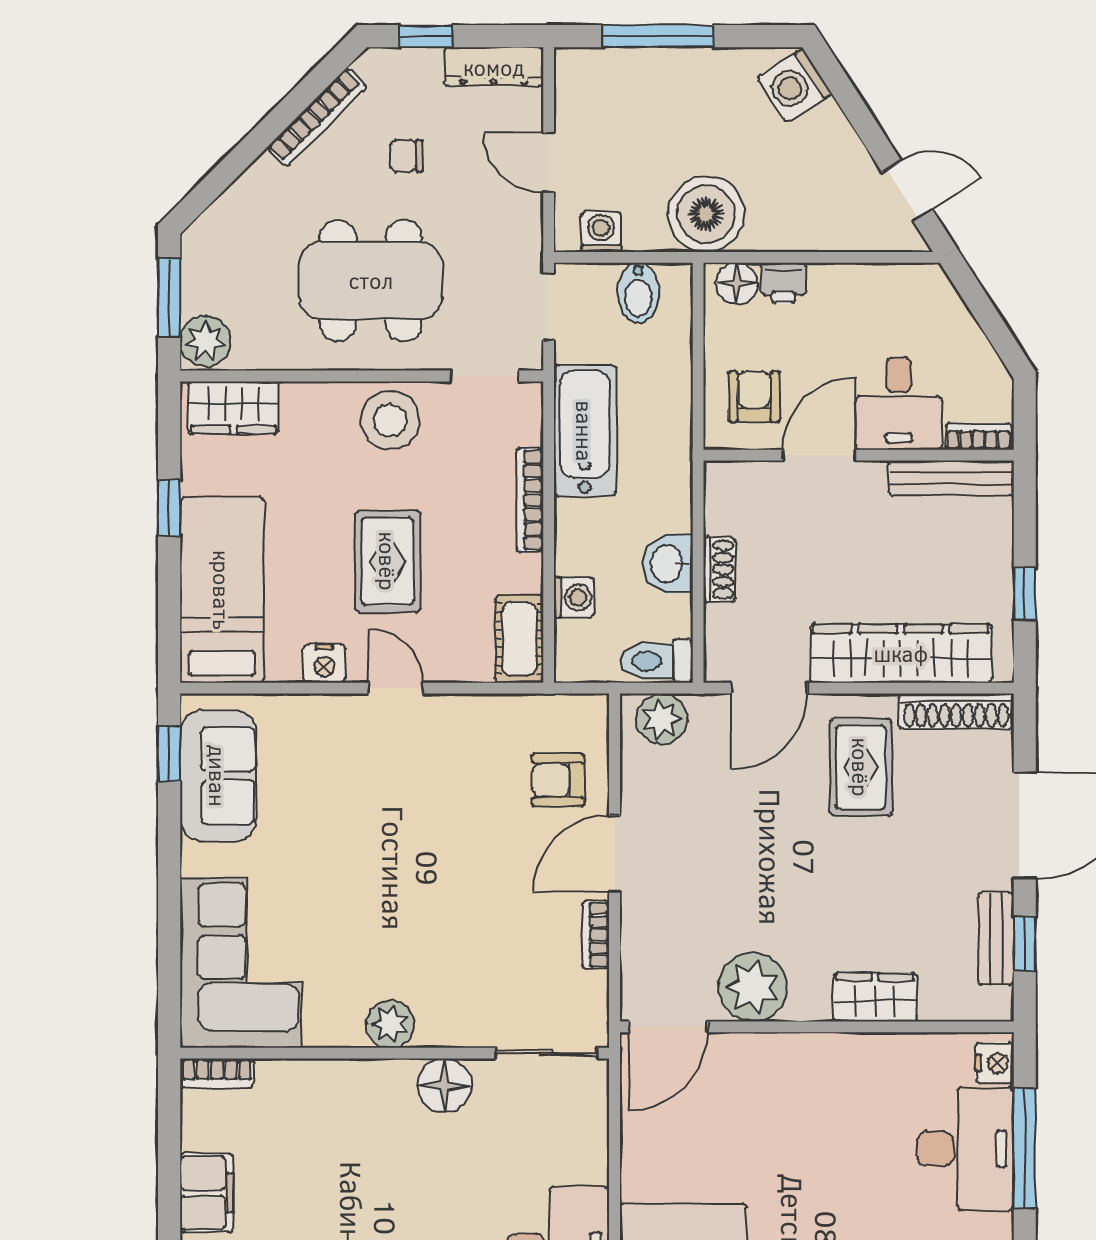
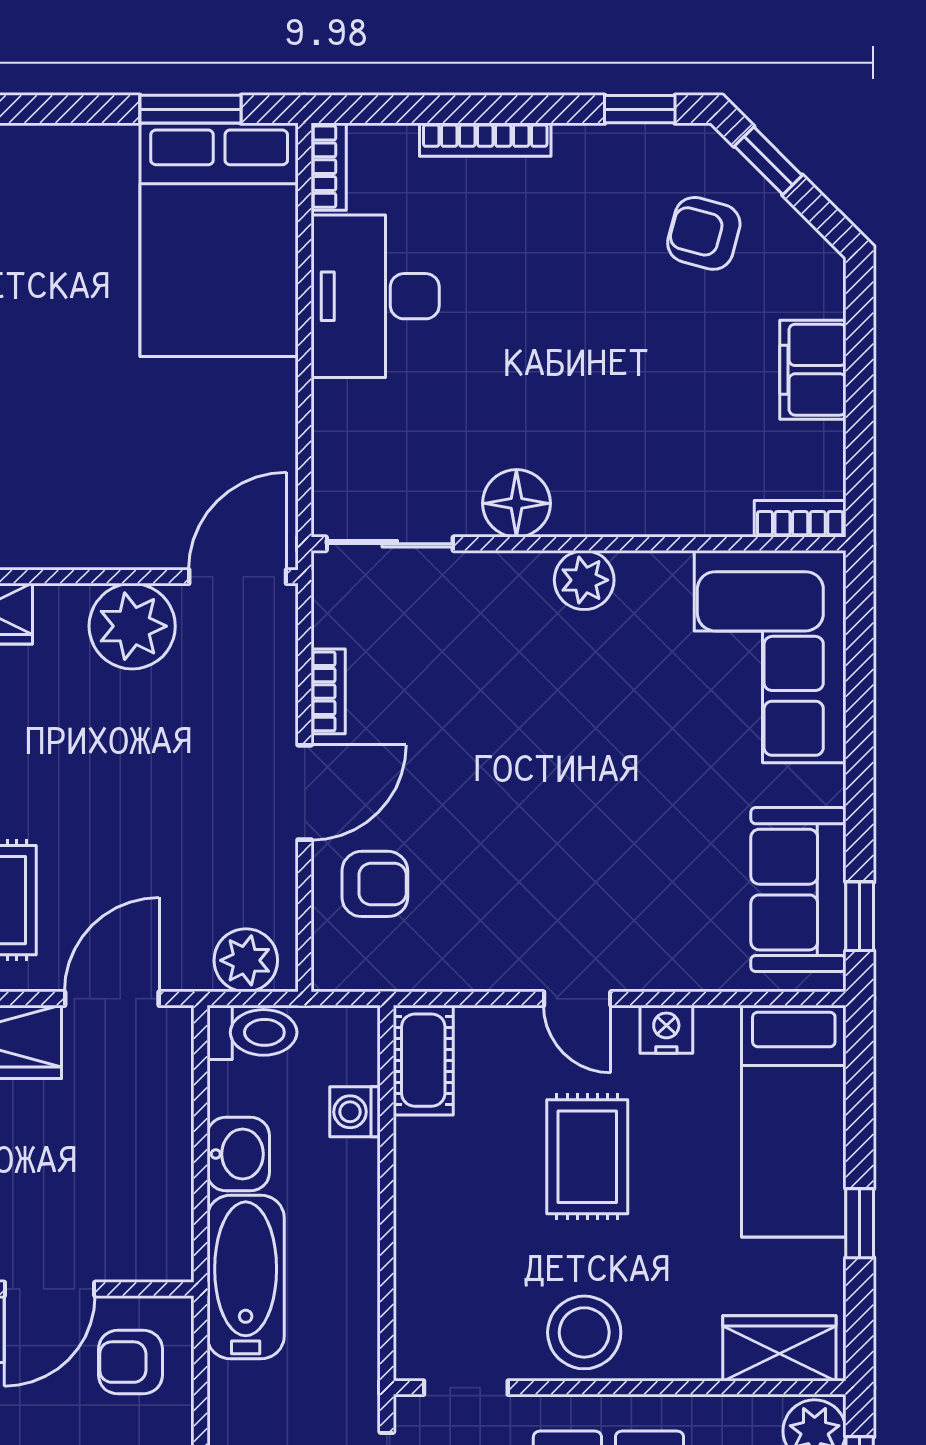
armchair: (754, 397) -> (130, 1362), turned 90
bathtub: (585, 431) -> (246, 1277), moved, turned 180
bookcase: (530, 500) -> (410, 1233), removed
shoe rack: (719, 570) -> (174, 1146), removed

